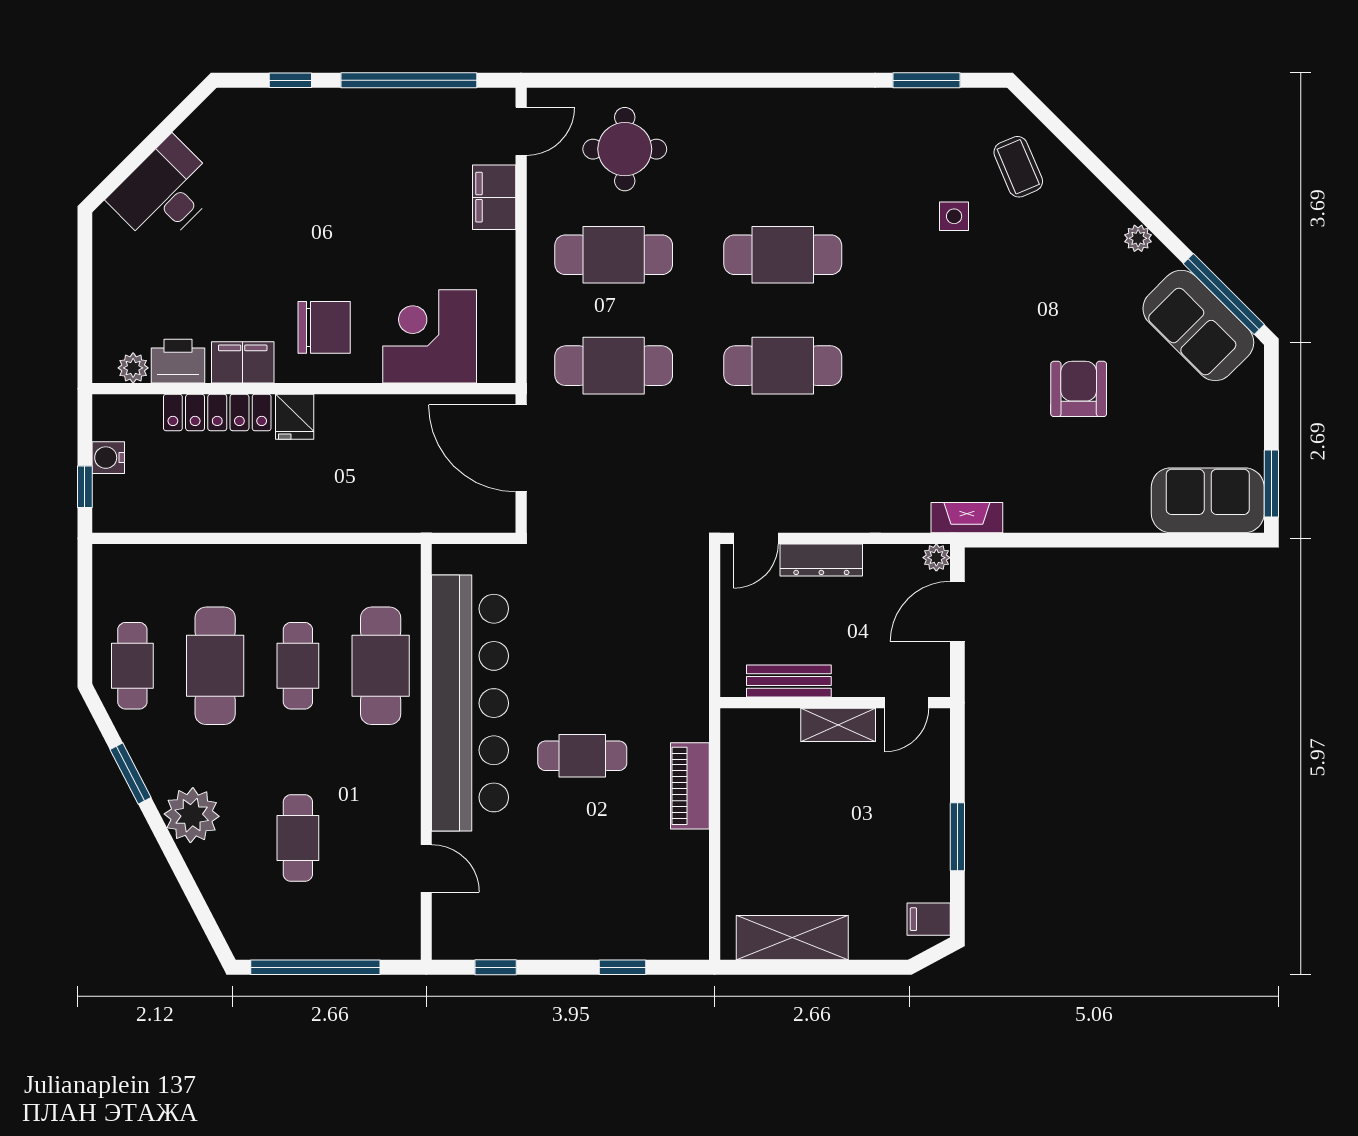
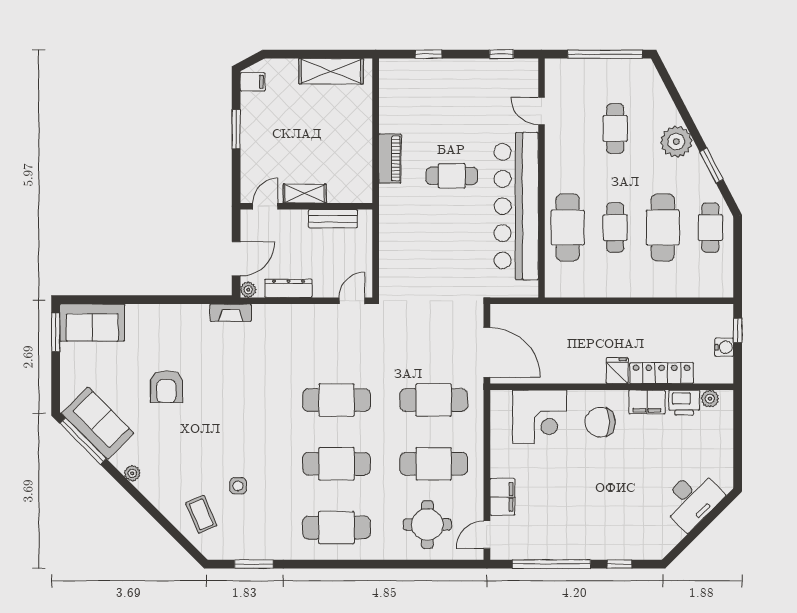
cafe table: (783, 144) -> (336, 528), added
dresser: (821, 560) -> (289, 288), moved

